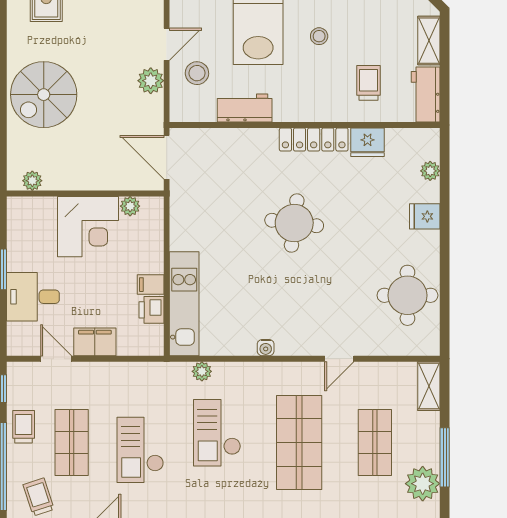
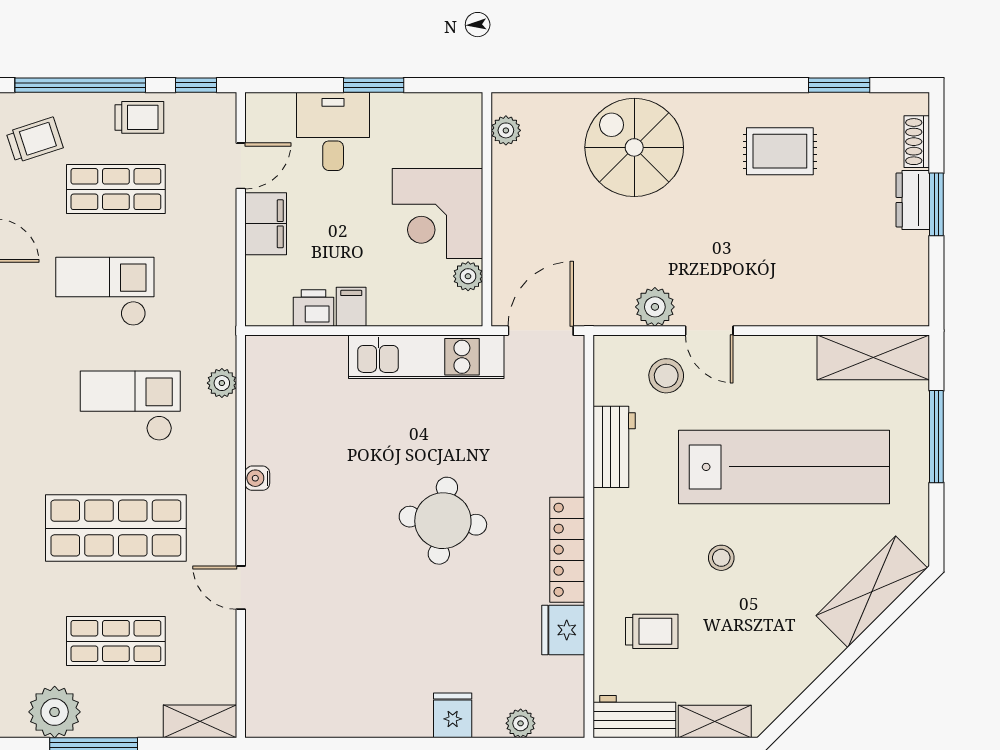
round table: (407, 295) -> (335, 689), removed
kitchen unit: (184, 304) -> (426, 357), moved

